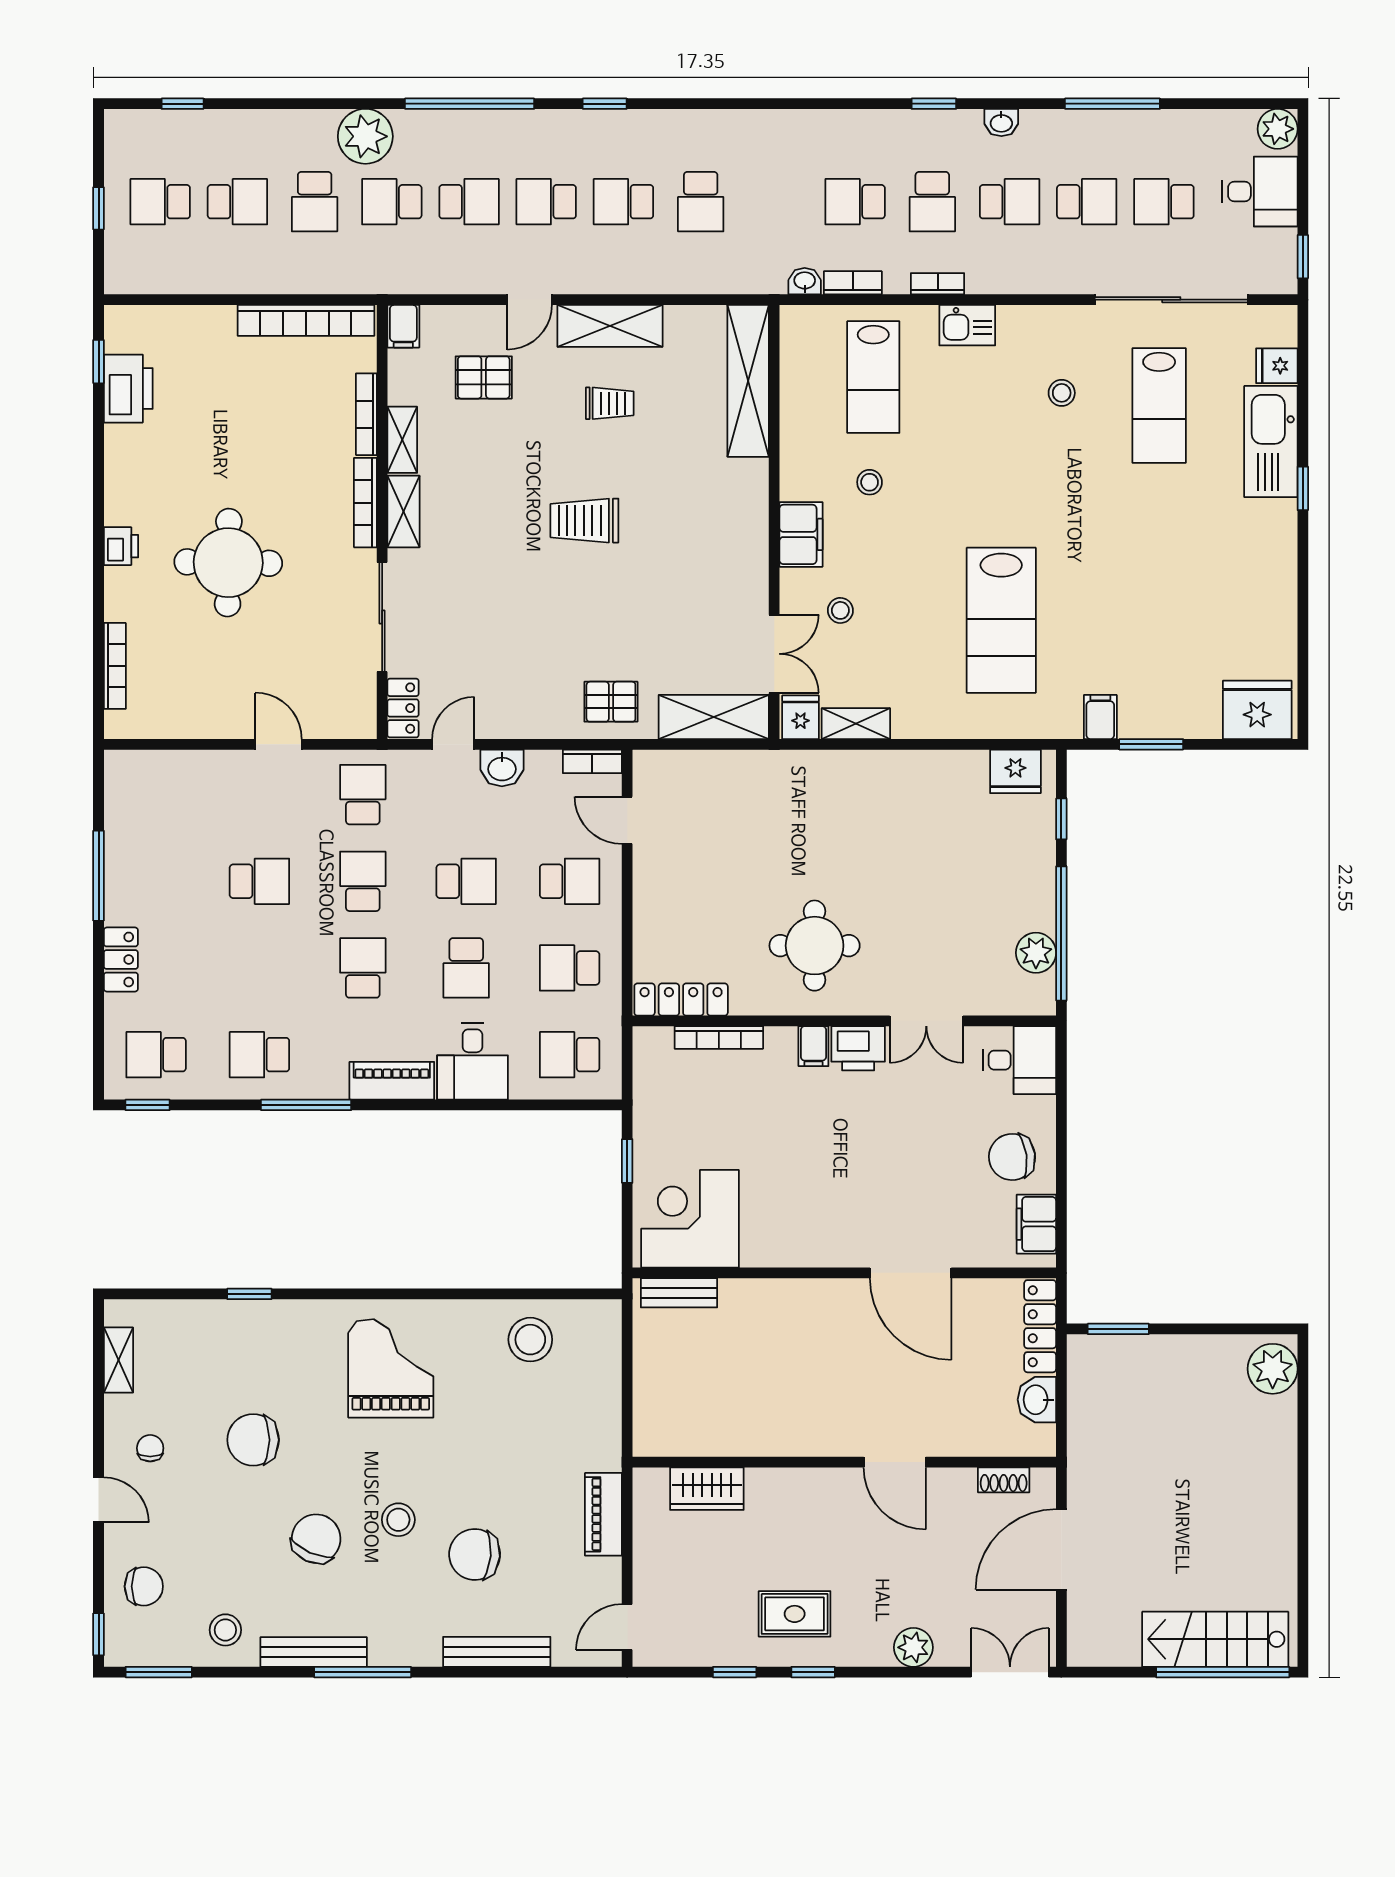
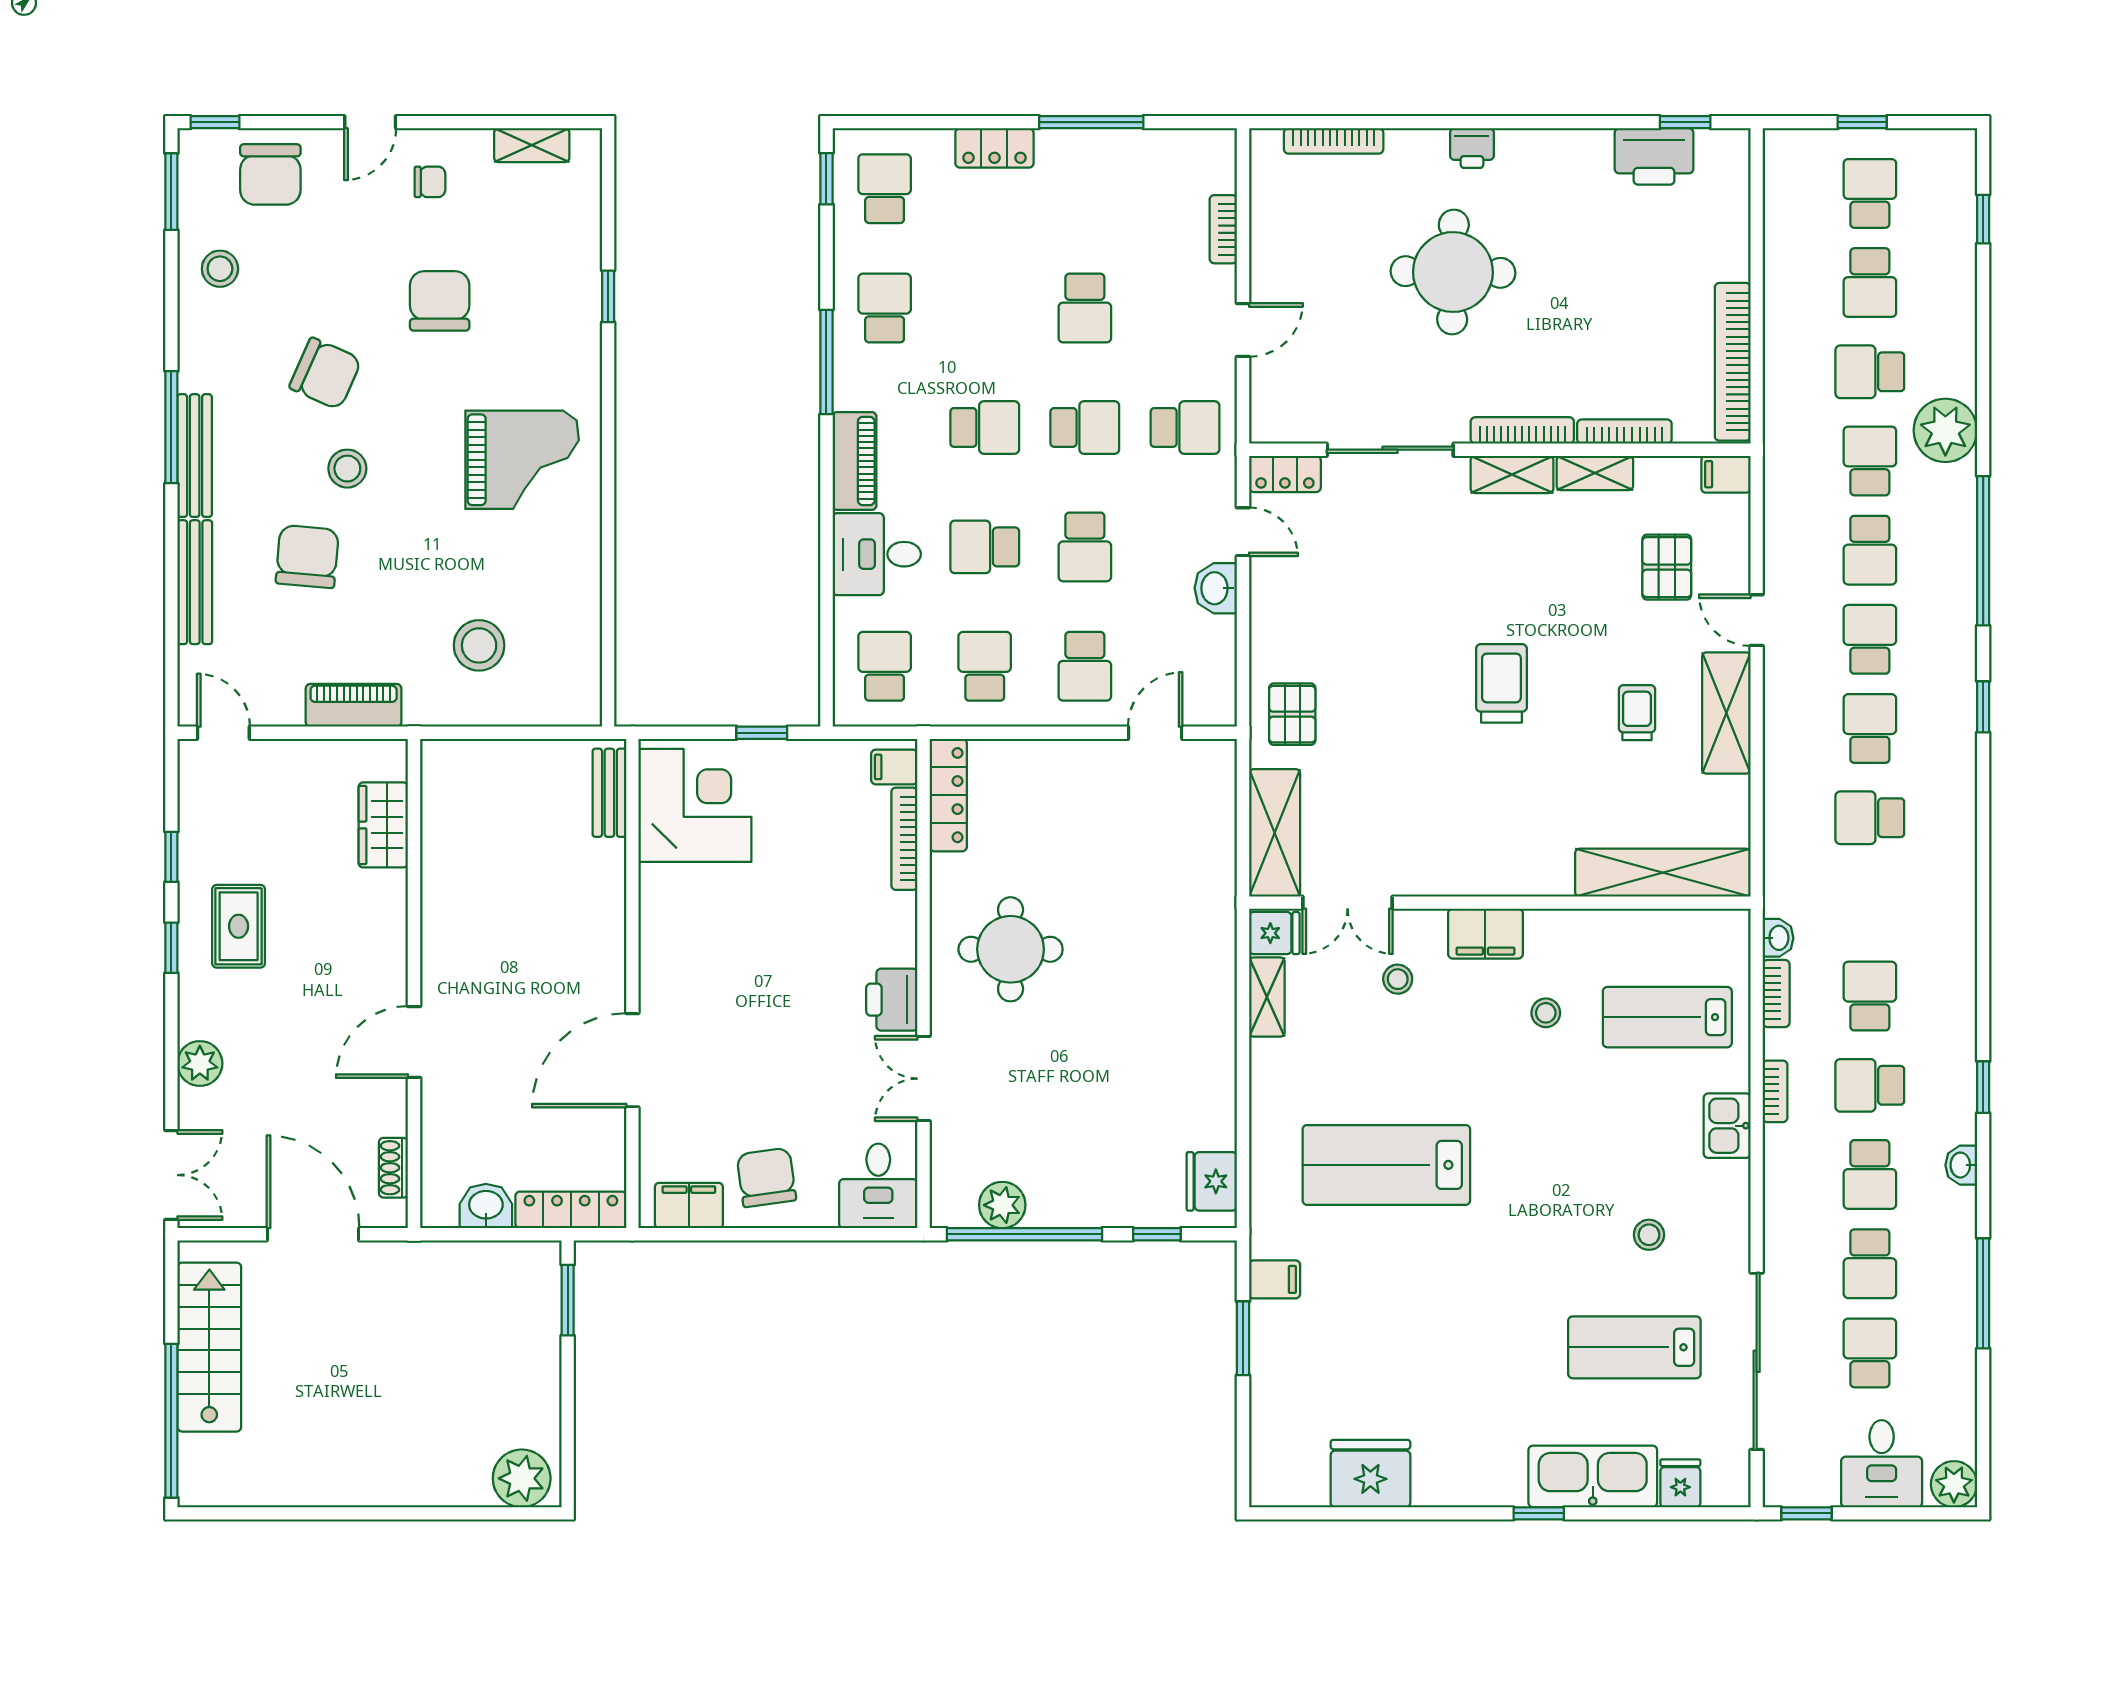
trolley: (610, 403) -> (1637, 713), turned 180
fridge: (1257, 710) -> (1370, 1474), moved, turned -90
bookcase: (592, 761) -> (1223, 229), moved
filing cabinet: (813, 1046) -> (894, 767), moved
stool: (530, 1340) -> (479, 645), moved
chair: (144, 1586) -> (270, 174), width x1.37, depth x1.37
stairs: (1215, 1639) -> (209, 1347), moved
bench: (314, 1652) -> (195, 456), moved

